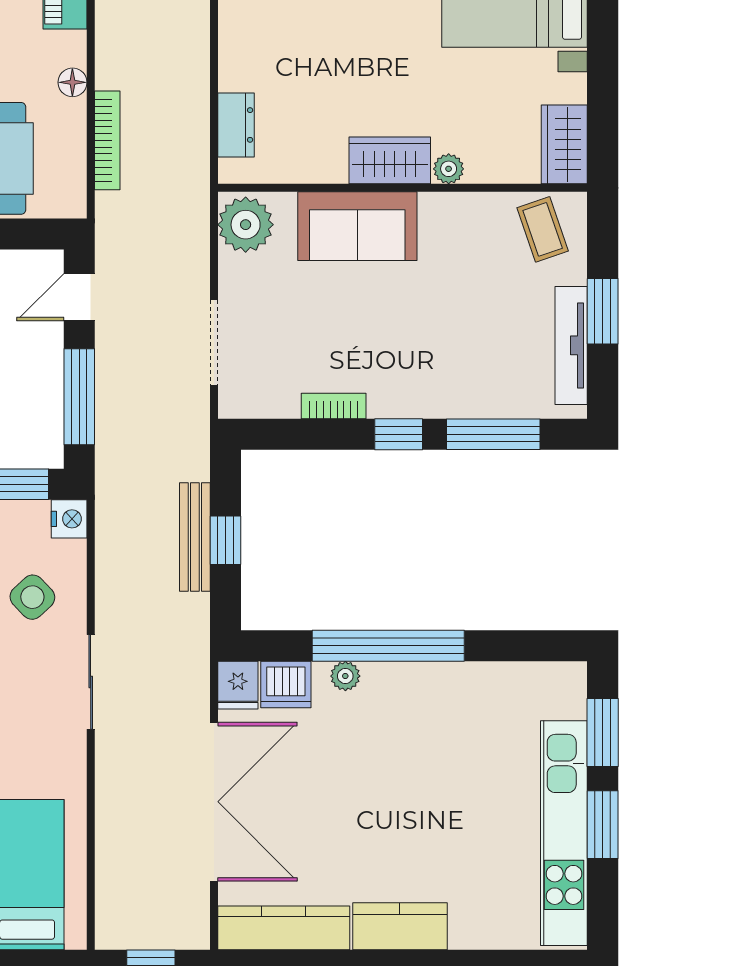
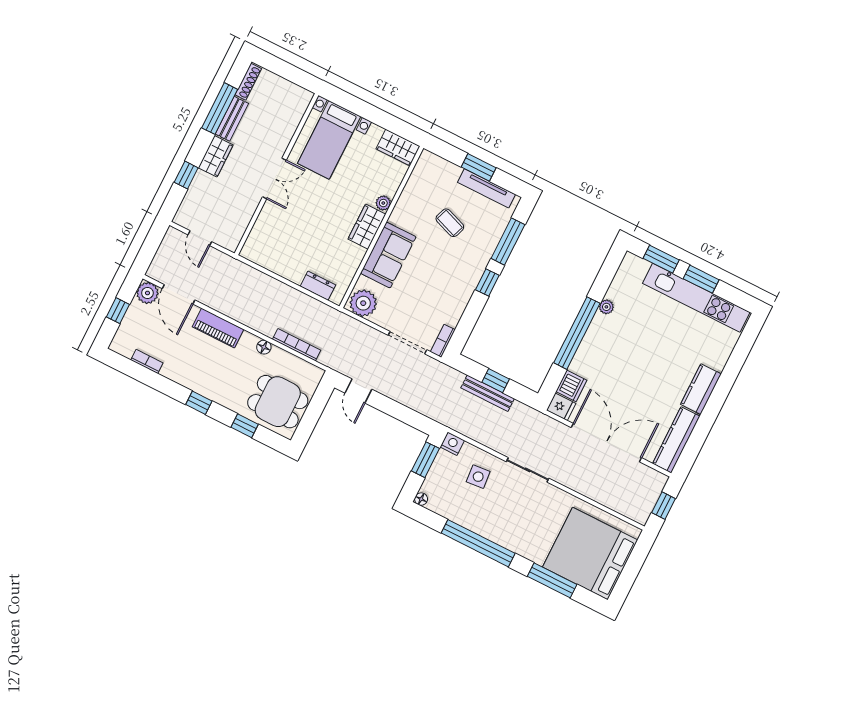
coffee table: (543, 229) -> (450, 223), moved, turned 39
window: (79, 397) -> (402, 413), removed
bookcase: (334, 406) -> (443, 341), moved
side table: (32, 597) -> (478, 477), turned 38
plant: (345, 676) -> (606, 307), moved

